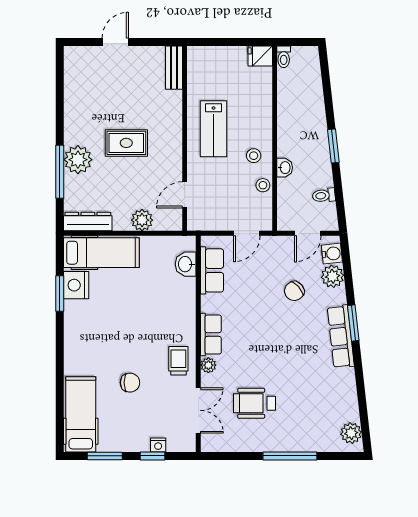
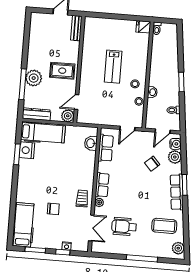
bench: (174, 68) -> (76, 28), moved
wall: (185, 138) -> (79, 69), moved
door: (185, 195) -> (77, 102), moved
coffee table: (324, 397) -> (164, 226), added

